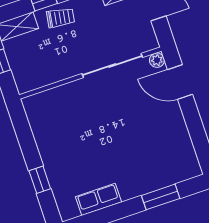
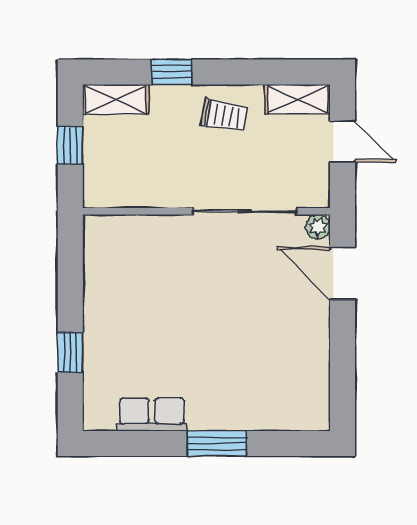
trolley: (60, 18) -> (224, 116), moved
window: (161, 197) -> (217, 443), moved

